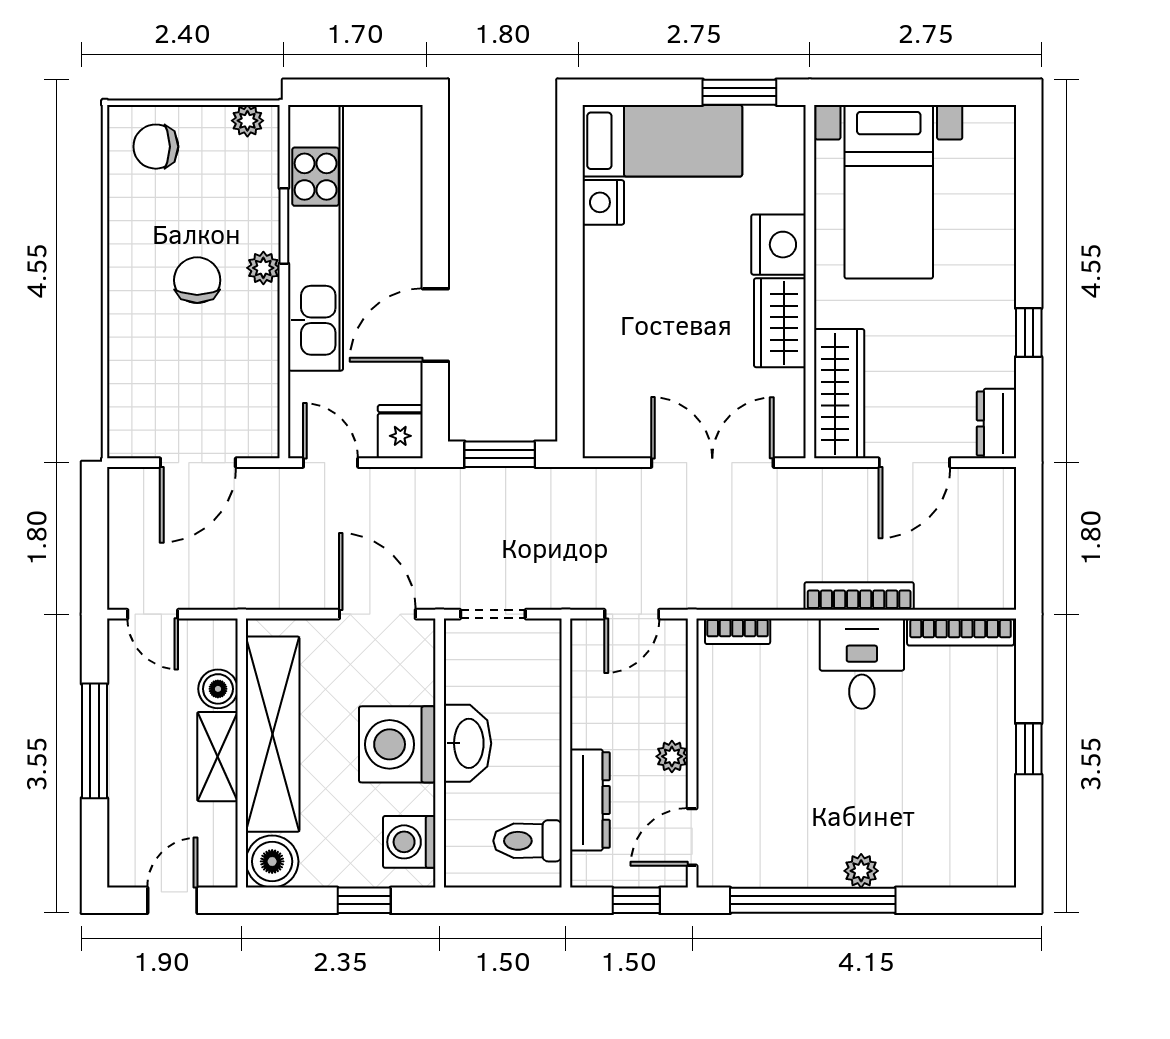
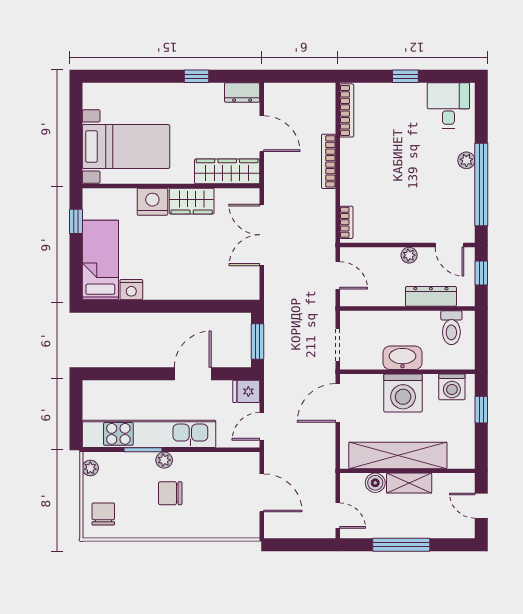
window: (739, 92) -> (76, 221), width x0.67
chair: (156, 147) -> (103, 514), turned 180
door: (435, 325) -> (193, 374), swing flipped
door: (153, 614) -> (338, 516), hinge flipped
desk: (862, 664) -> (448, 105), moved, turned 90
boiler: (272, 861) -> (462, 456), removed

